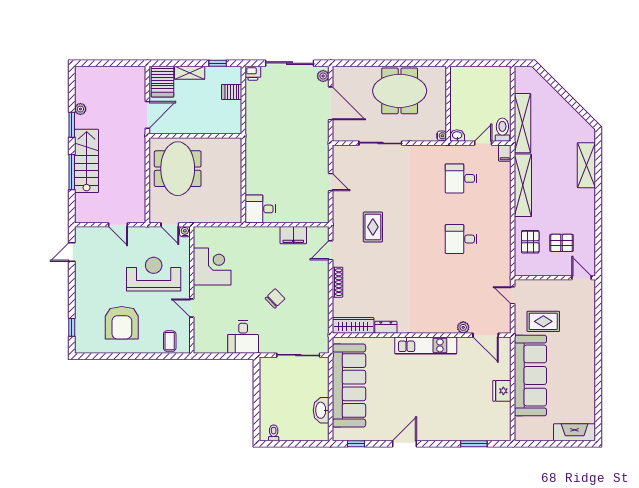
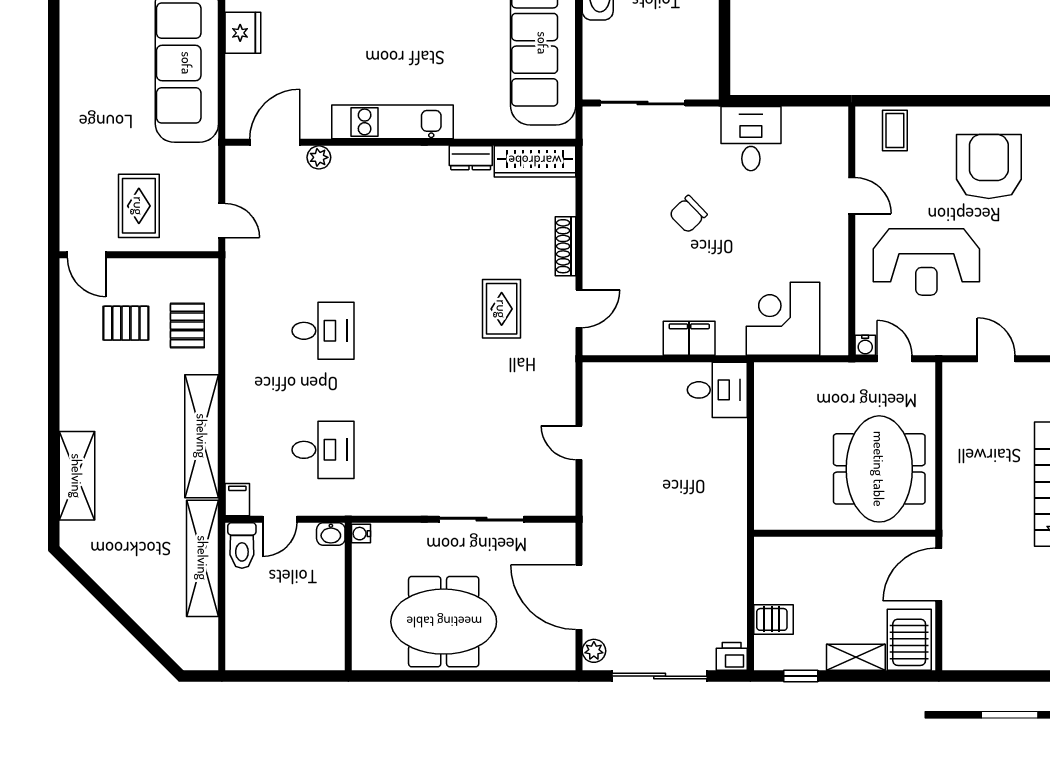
rug: (373, 227) -> (502, 309), moved
filing cabinet: (293, 235) -> (689, 338), moved
corner desk: (212, 266) -> (783, 319), moved, turned 90
rug: (543, 321) -> (139, 206), moved, turned 90
door: (486, 335) -> (275, 142), hinge flipped

